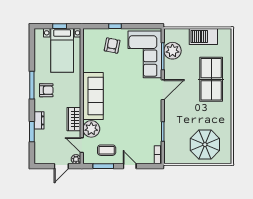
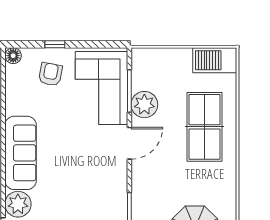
floor lamp: (88, 34) -> (13, 56), added
barbecue: (203, 36) -> (215, 60), moved
plant: (172, 51) -> (144, 105), moved

